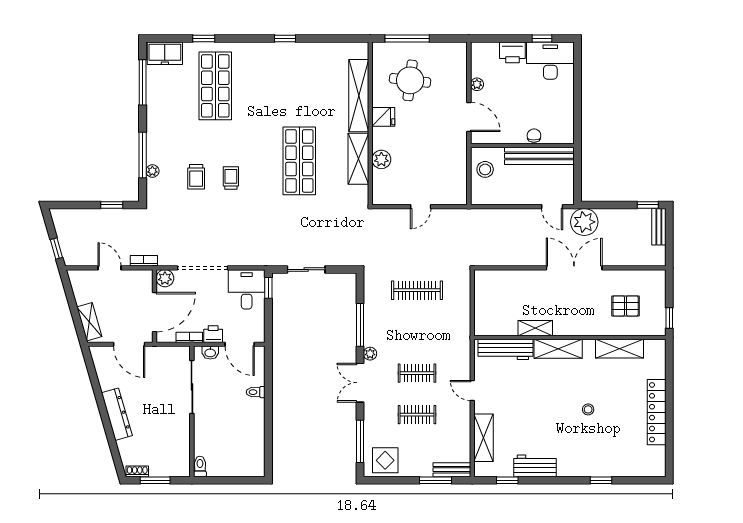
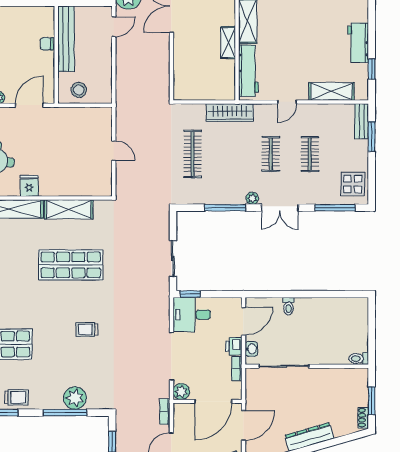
plant: (381, 159) -> (69, 188), removed
plant: (152, 171) -> (75, 398), width x1.88, depth x1.88
trolley: (196, 177) -> (17, 397), moved
door: (155, 312) -> (213, 401), swing flipped
wardrobe: (461, 330) -> (230, 113), added

